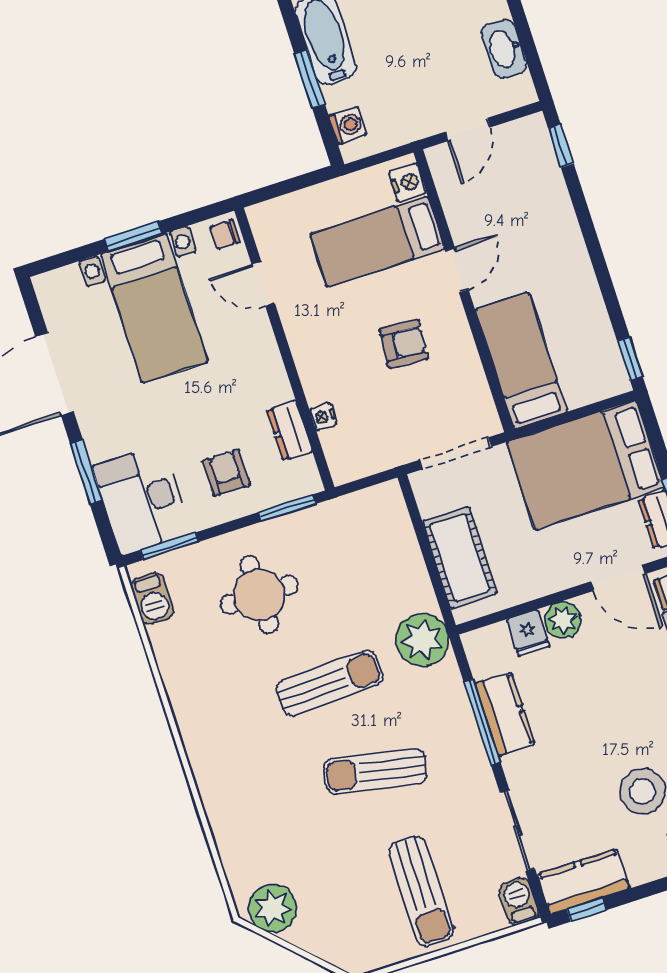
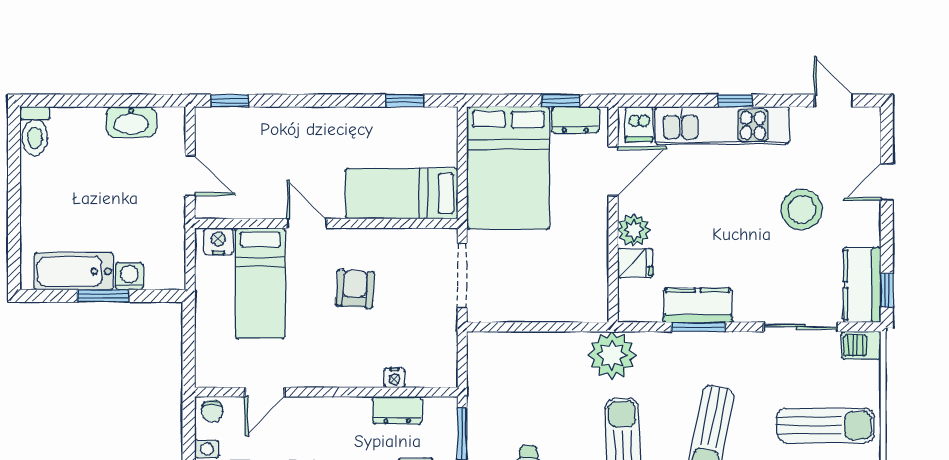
washing machine: (348, 125) -> (129, 276), moved
window: (630, 359) -> (405, 101), moved
cot: (460, 558) -> (552, 300), removed
window: (482, 722) -> (698, 327), width x0.69

